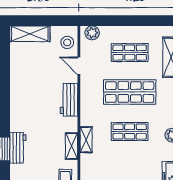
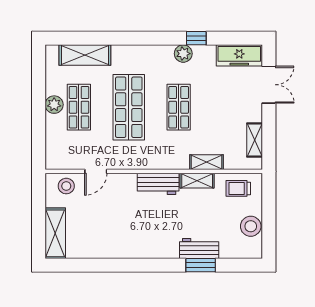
plant: (92, 33) -> (54, 105), moved
workbench: (69, 100) -> (158, 184), moved
shelving: (86, 140) -> (206, 162), moved

